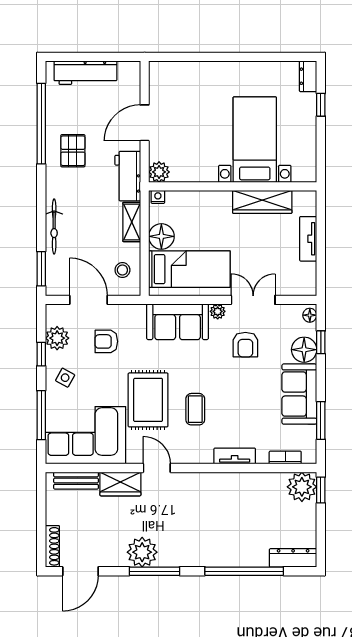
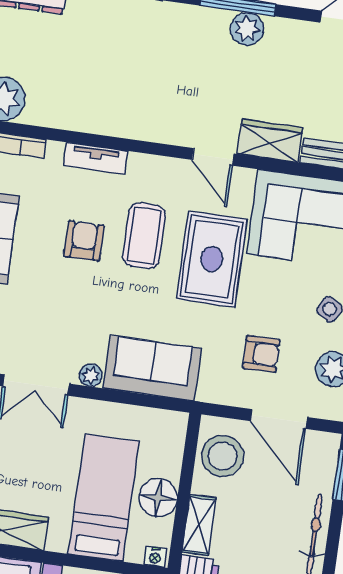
bed: (189, 269) -> (104, 498), moved, turned 90
stool: (122, 270) -> (223, 456), width x1.89, depth x1.89
armchair: (245, 345) -> (84, 241), moved
coffee table: (195, 409) -> (144, 236), width x1.36, depth x1.30
plant: (142, 552) -> (247, 29), width x0.73, depth x0.73

